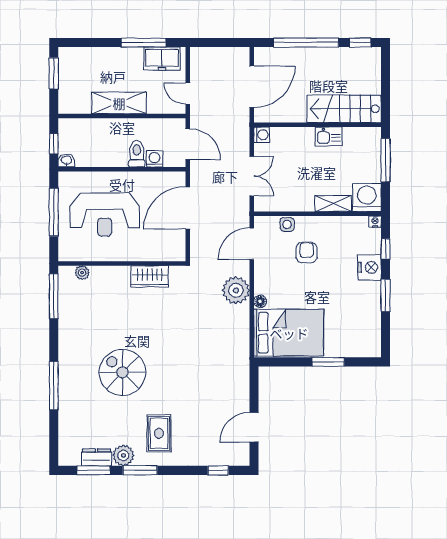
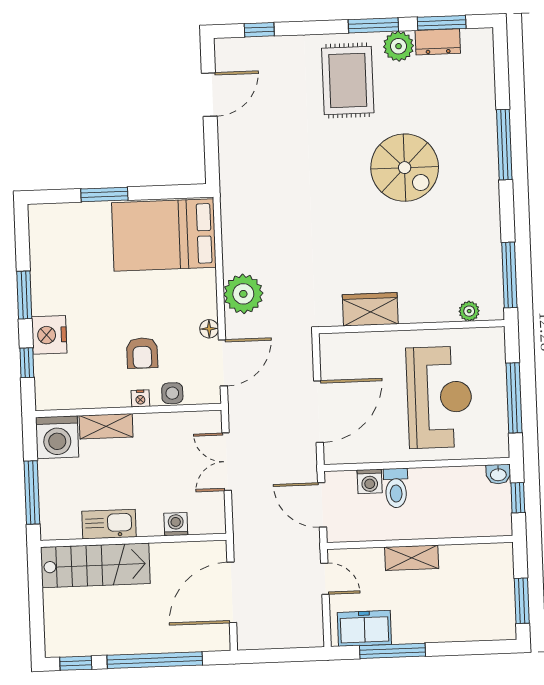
shelving: (119, 103) -> (412, 558), width x0.67, depth x0.75
washing machine: (262, 135) -> (176, 524), moved, turned 90
kitchen sink: (329, 137) -> (109, 524), width x1.38
reception desk: (105, 215) -> (439, 397), turned 90
nightstand: (375, 222) -> (140, 398), moved
floor lamp: (260, 301) -> (209, 329), moved
rug: (159, 433) -> (348, 80), width x1.36, depth x1.43

